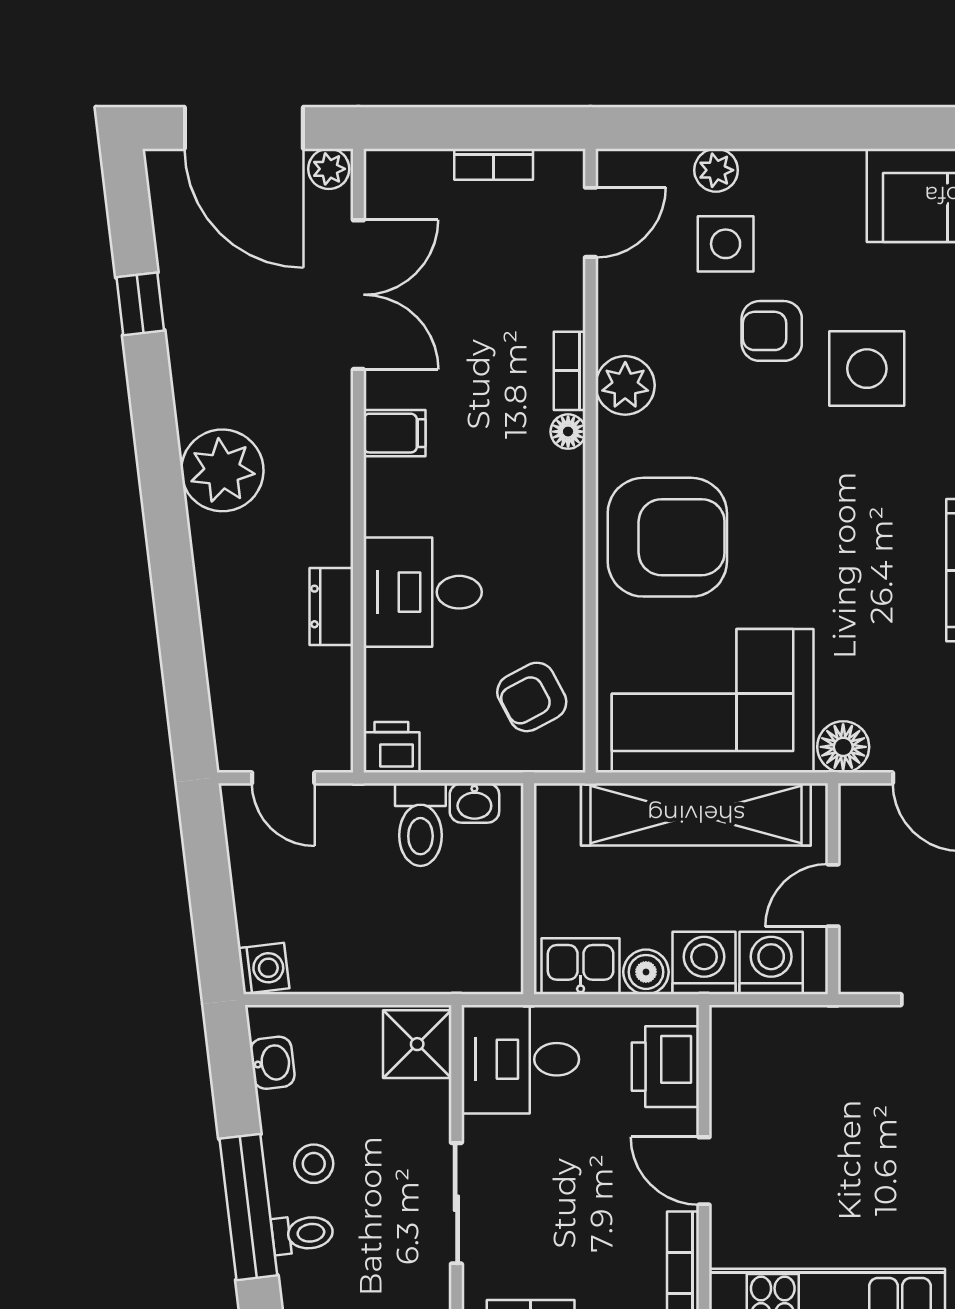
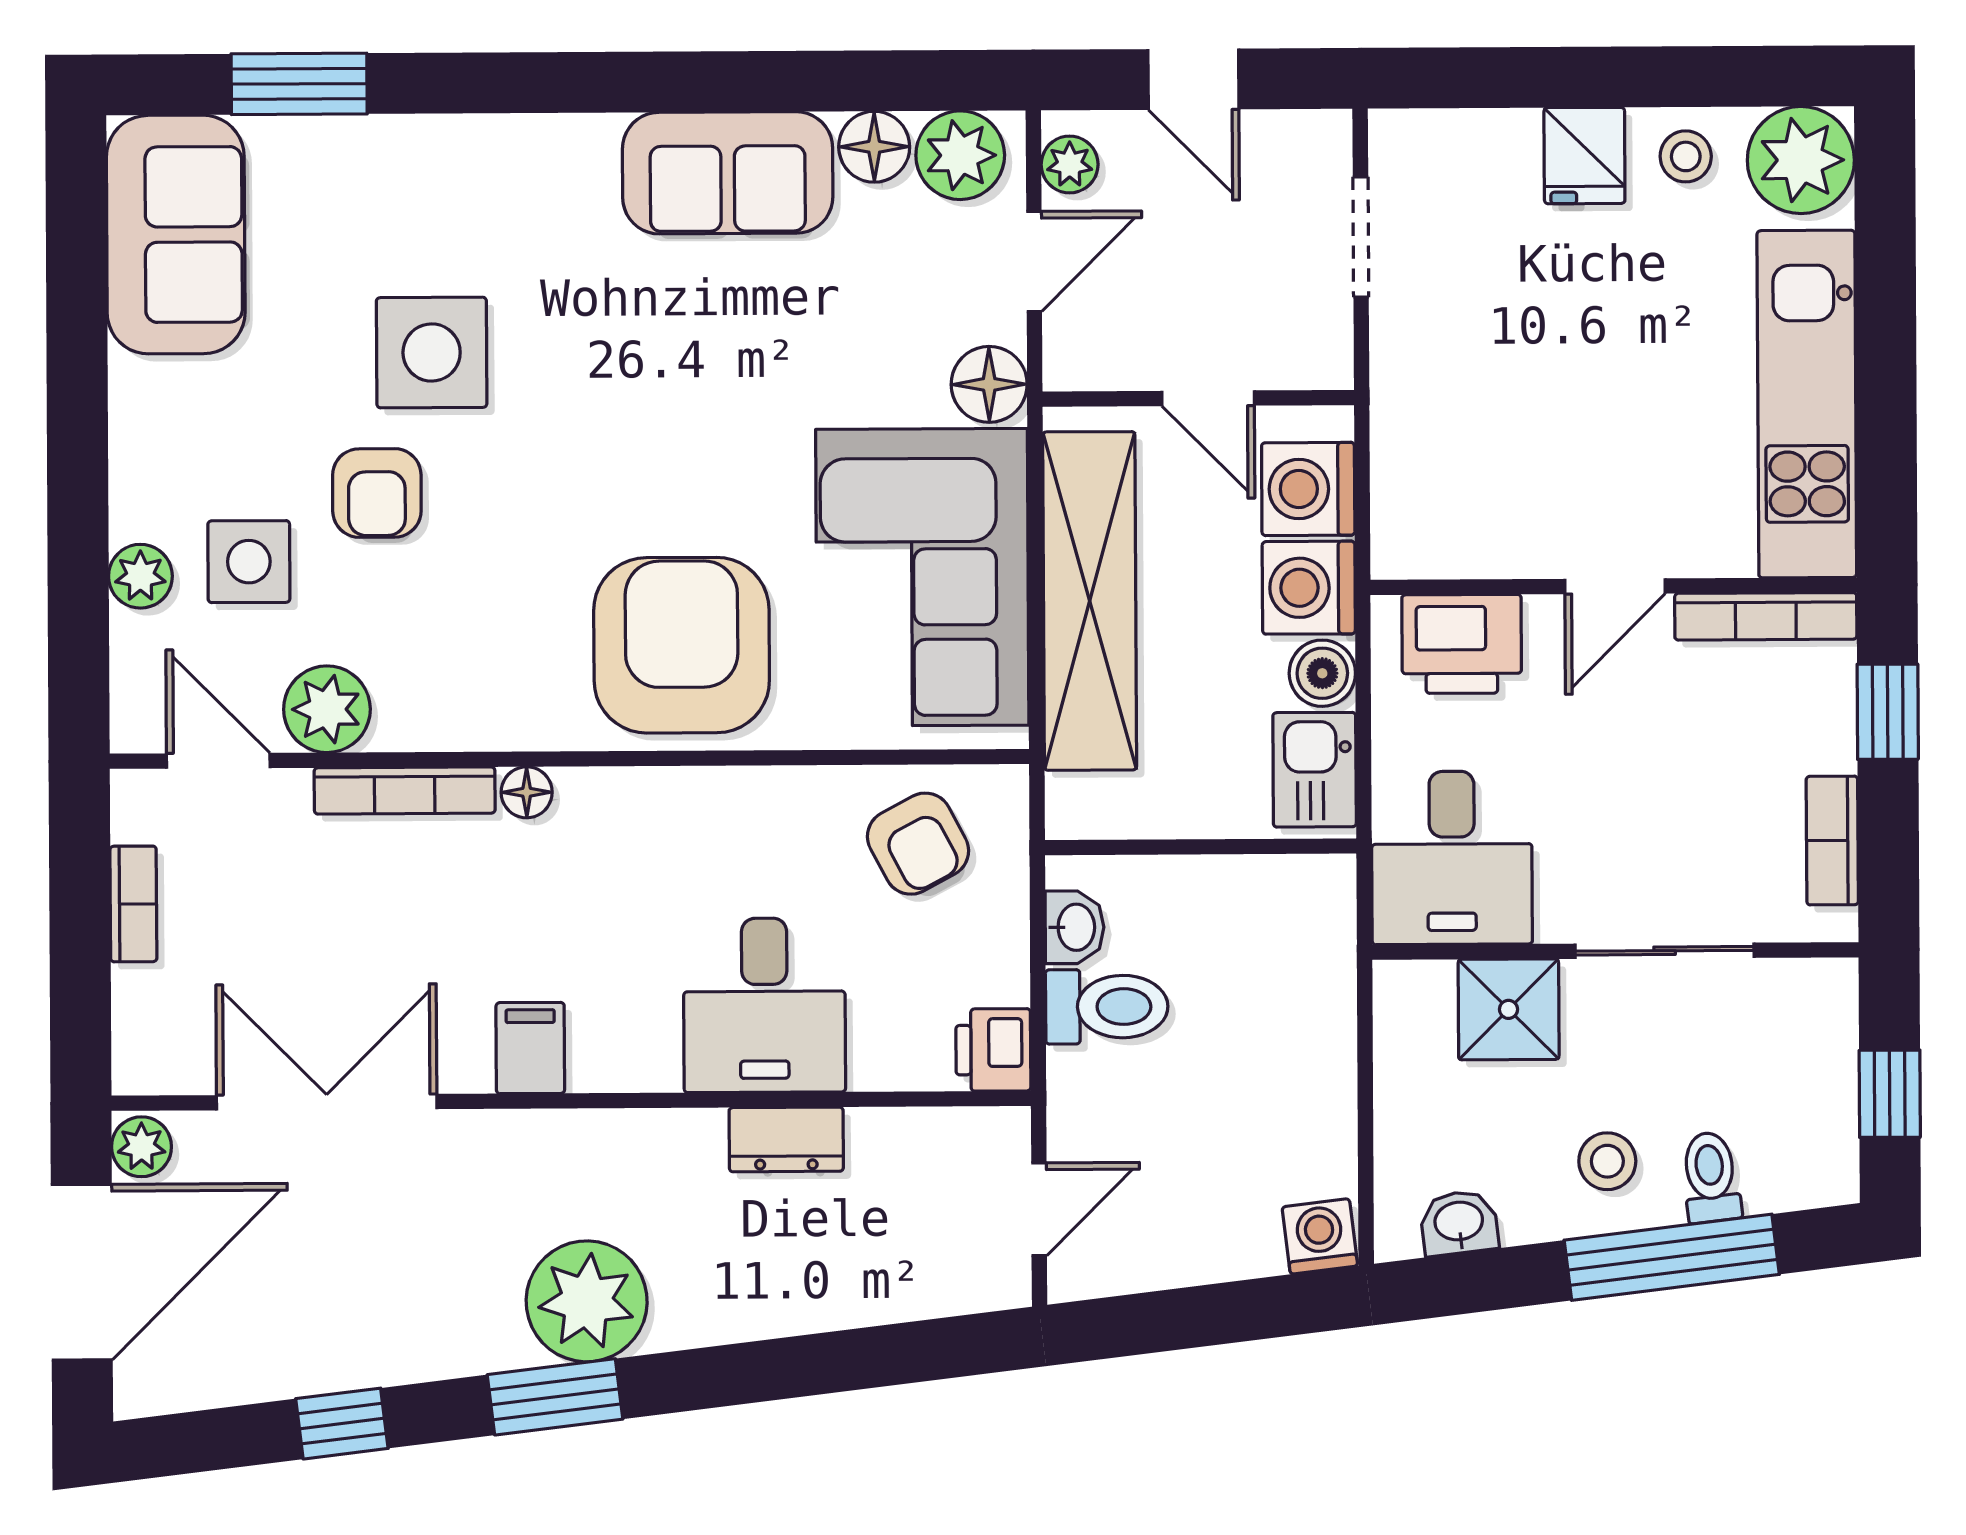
bookcase: (570, 371) -> (405, 790), width x1.56
plant: (625, 385) -> (327, 709), moved
window: (158, 449) -> (555, 1397), added
shower: (417, 1044) -> (1509, 1009), moved

